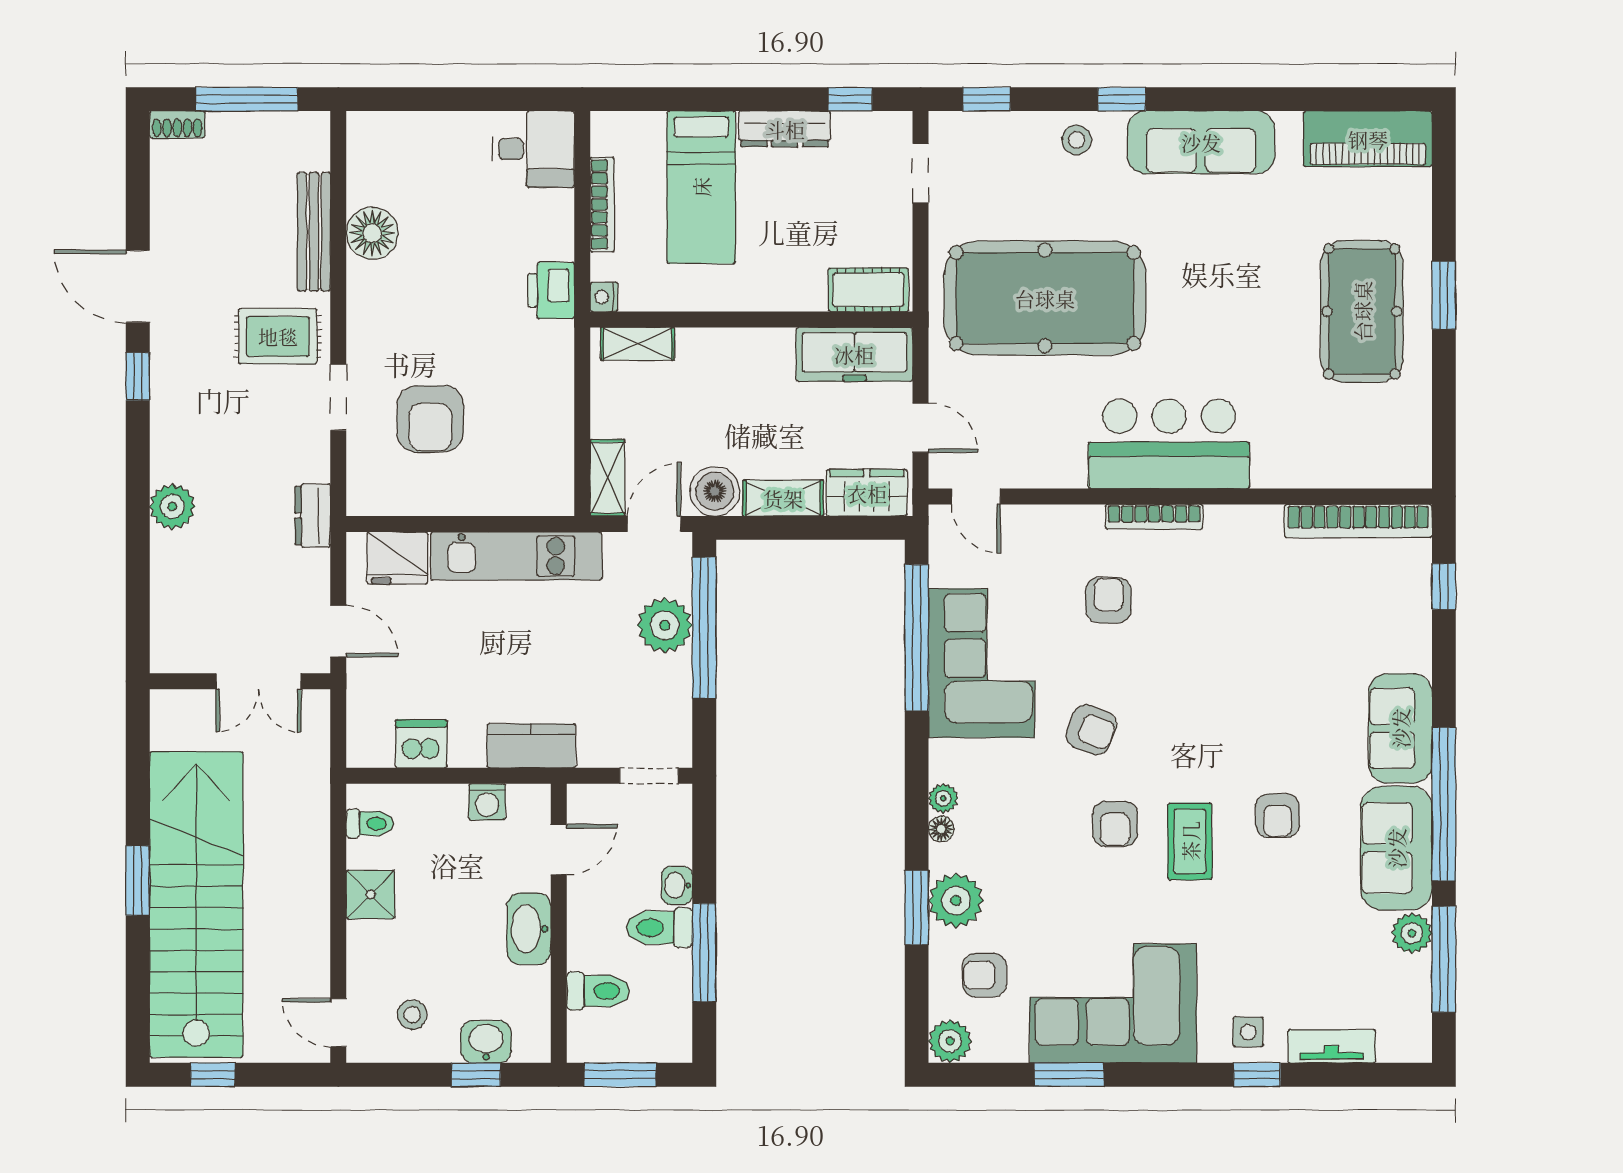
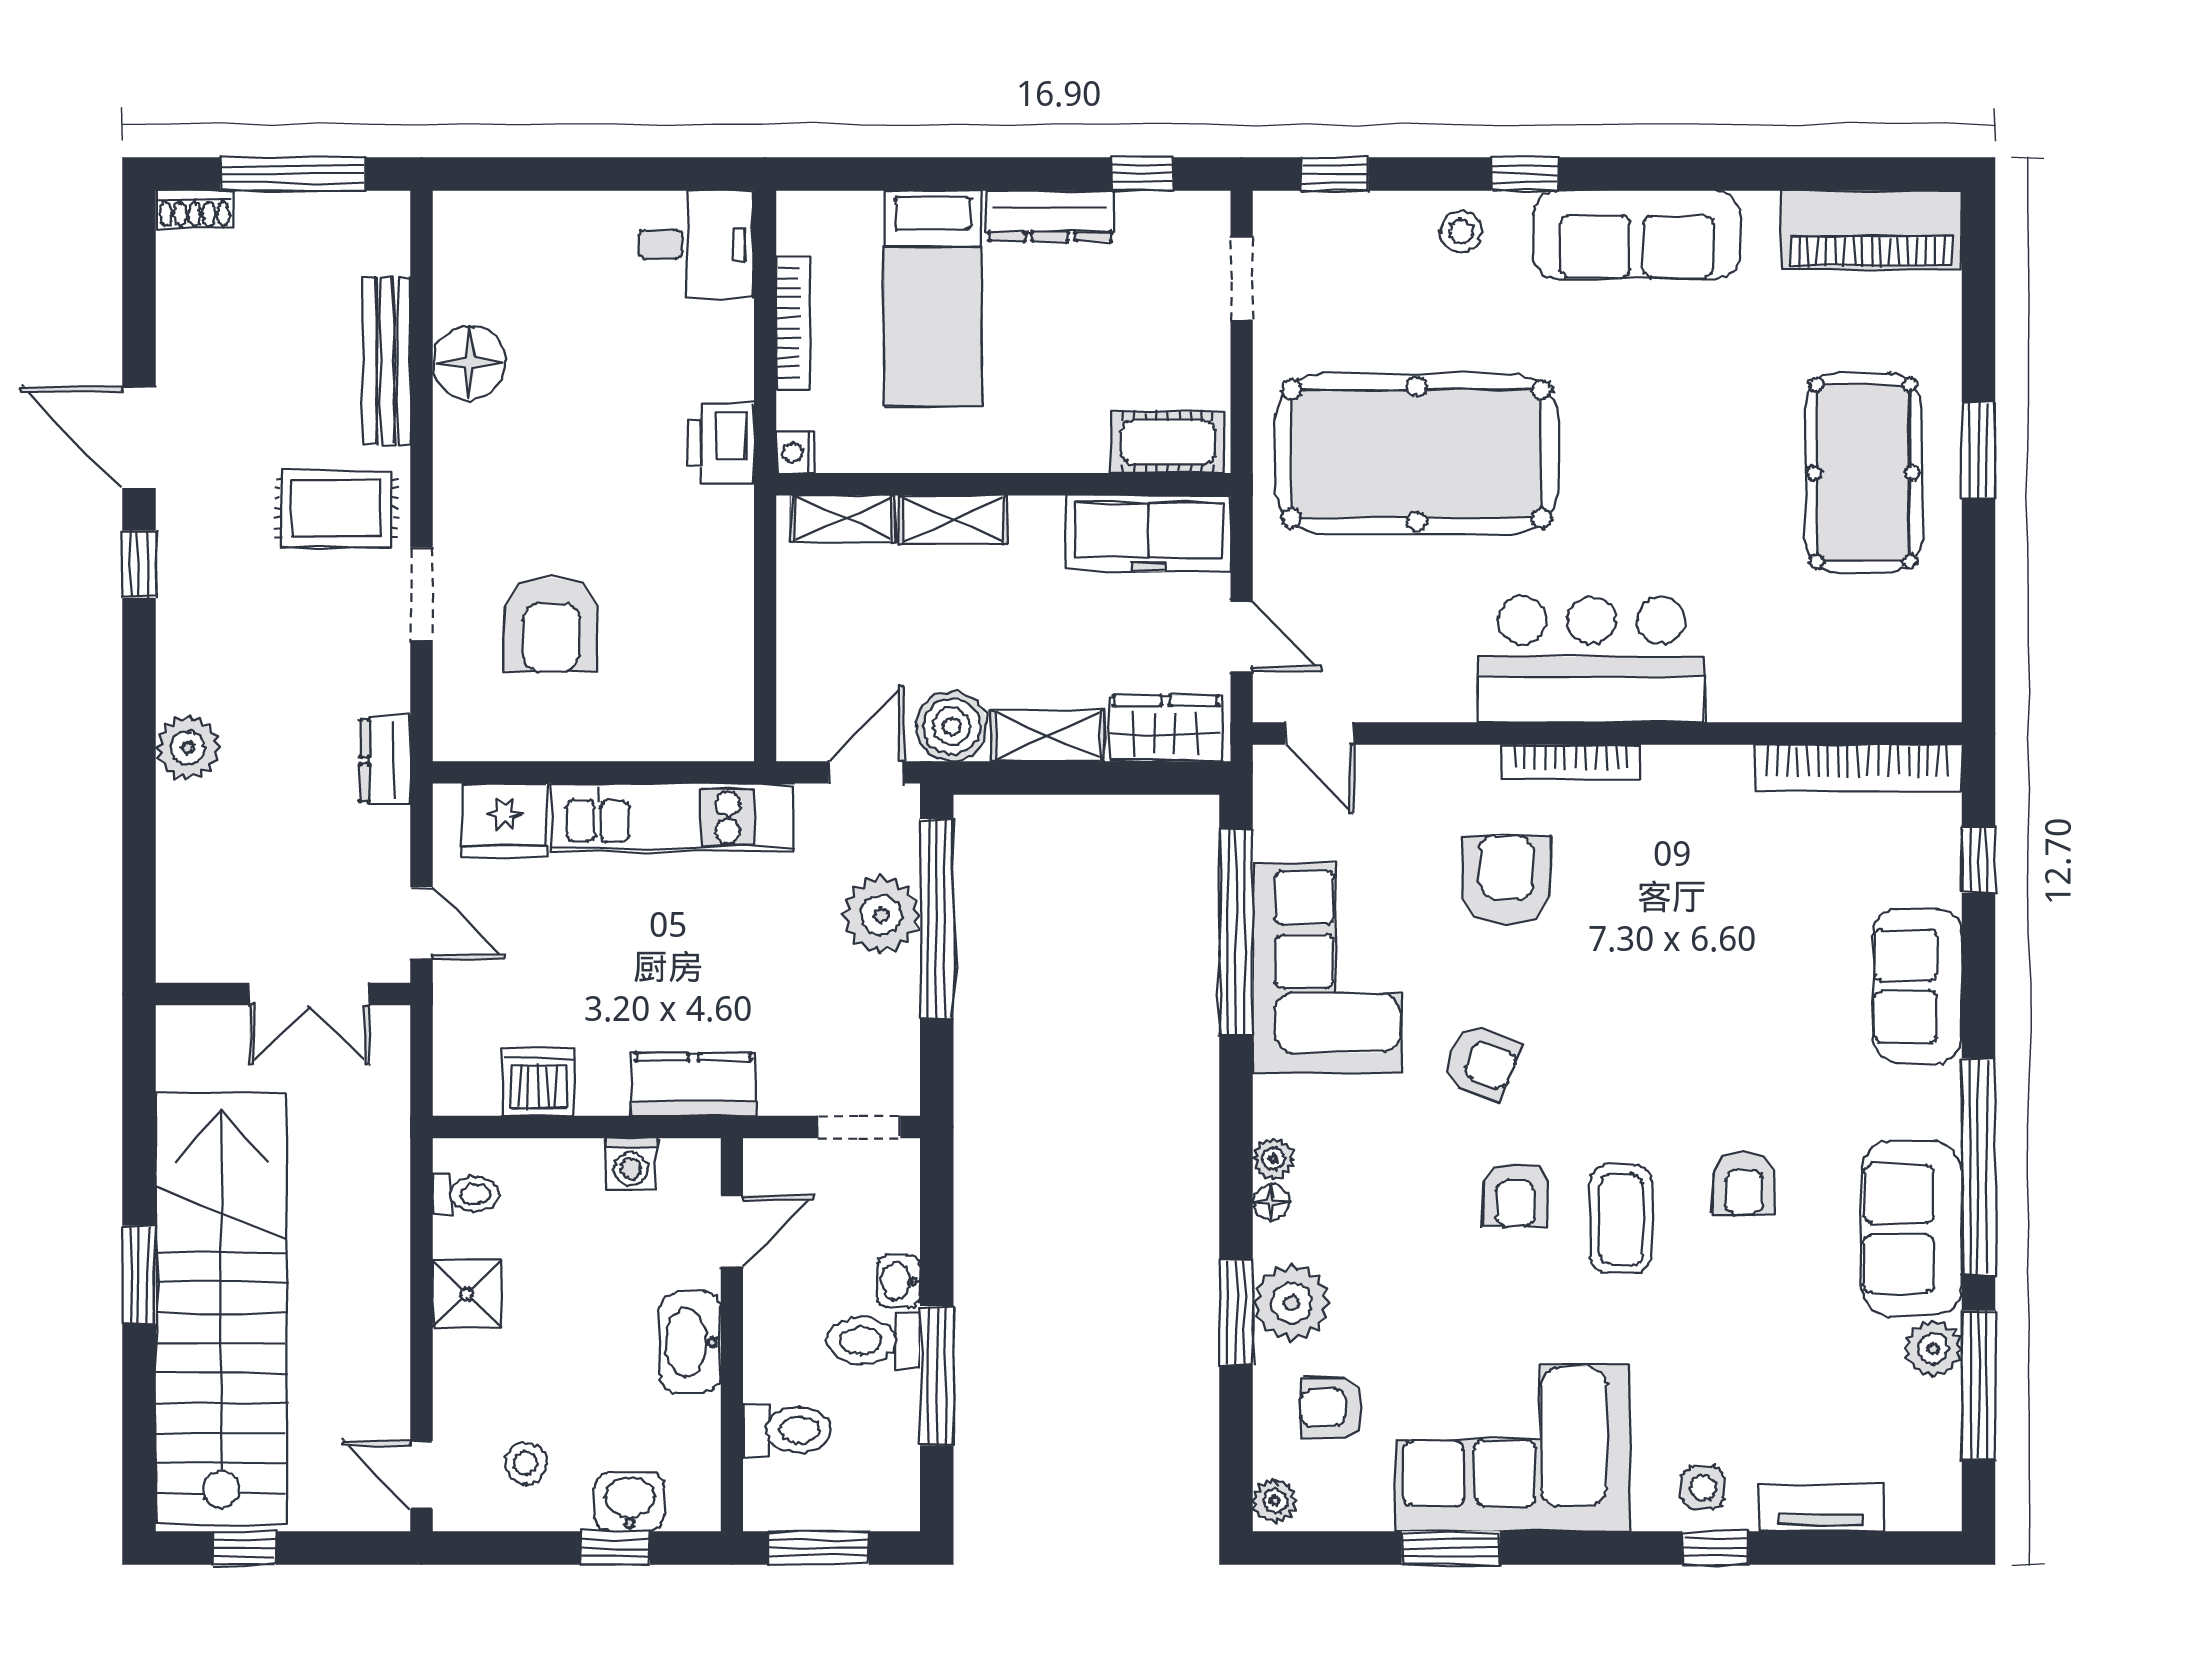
shelving: (607, 478) -> (953, 520), moved, turned 90
armchair: (1108, 600) -> (1506, 880), width x1.38, depth x1.38
sofa: (1400, 728) -> (1917, 986), moved
plant: (950, 1041) -> (1275, 1501), width x0.73, depth x0.73

